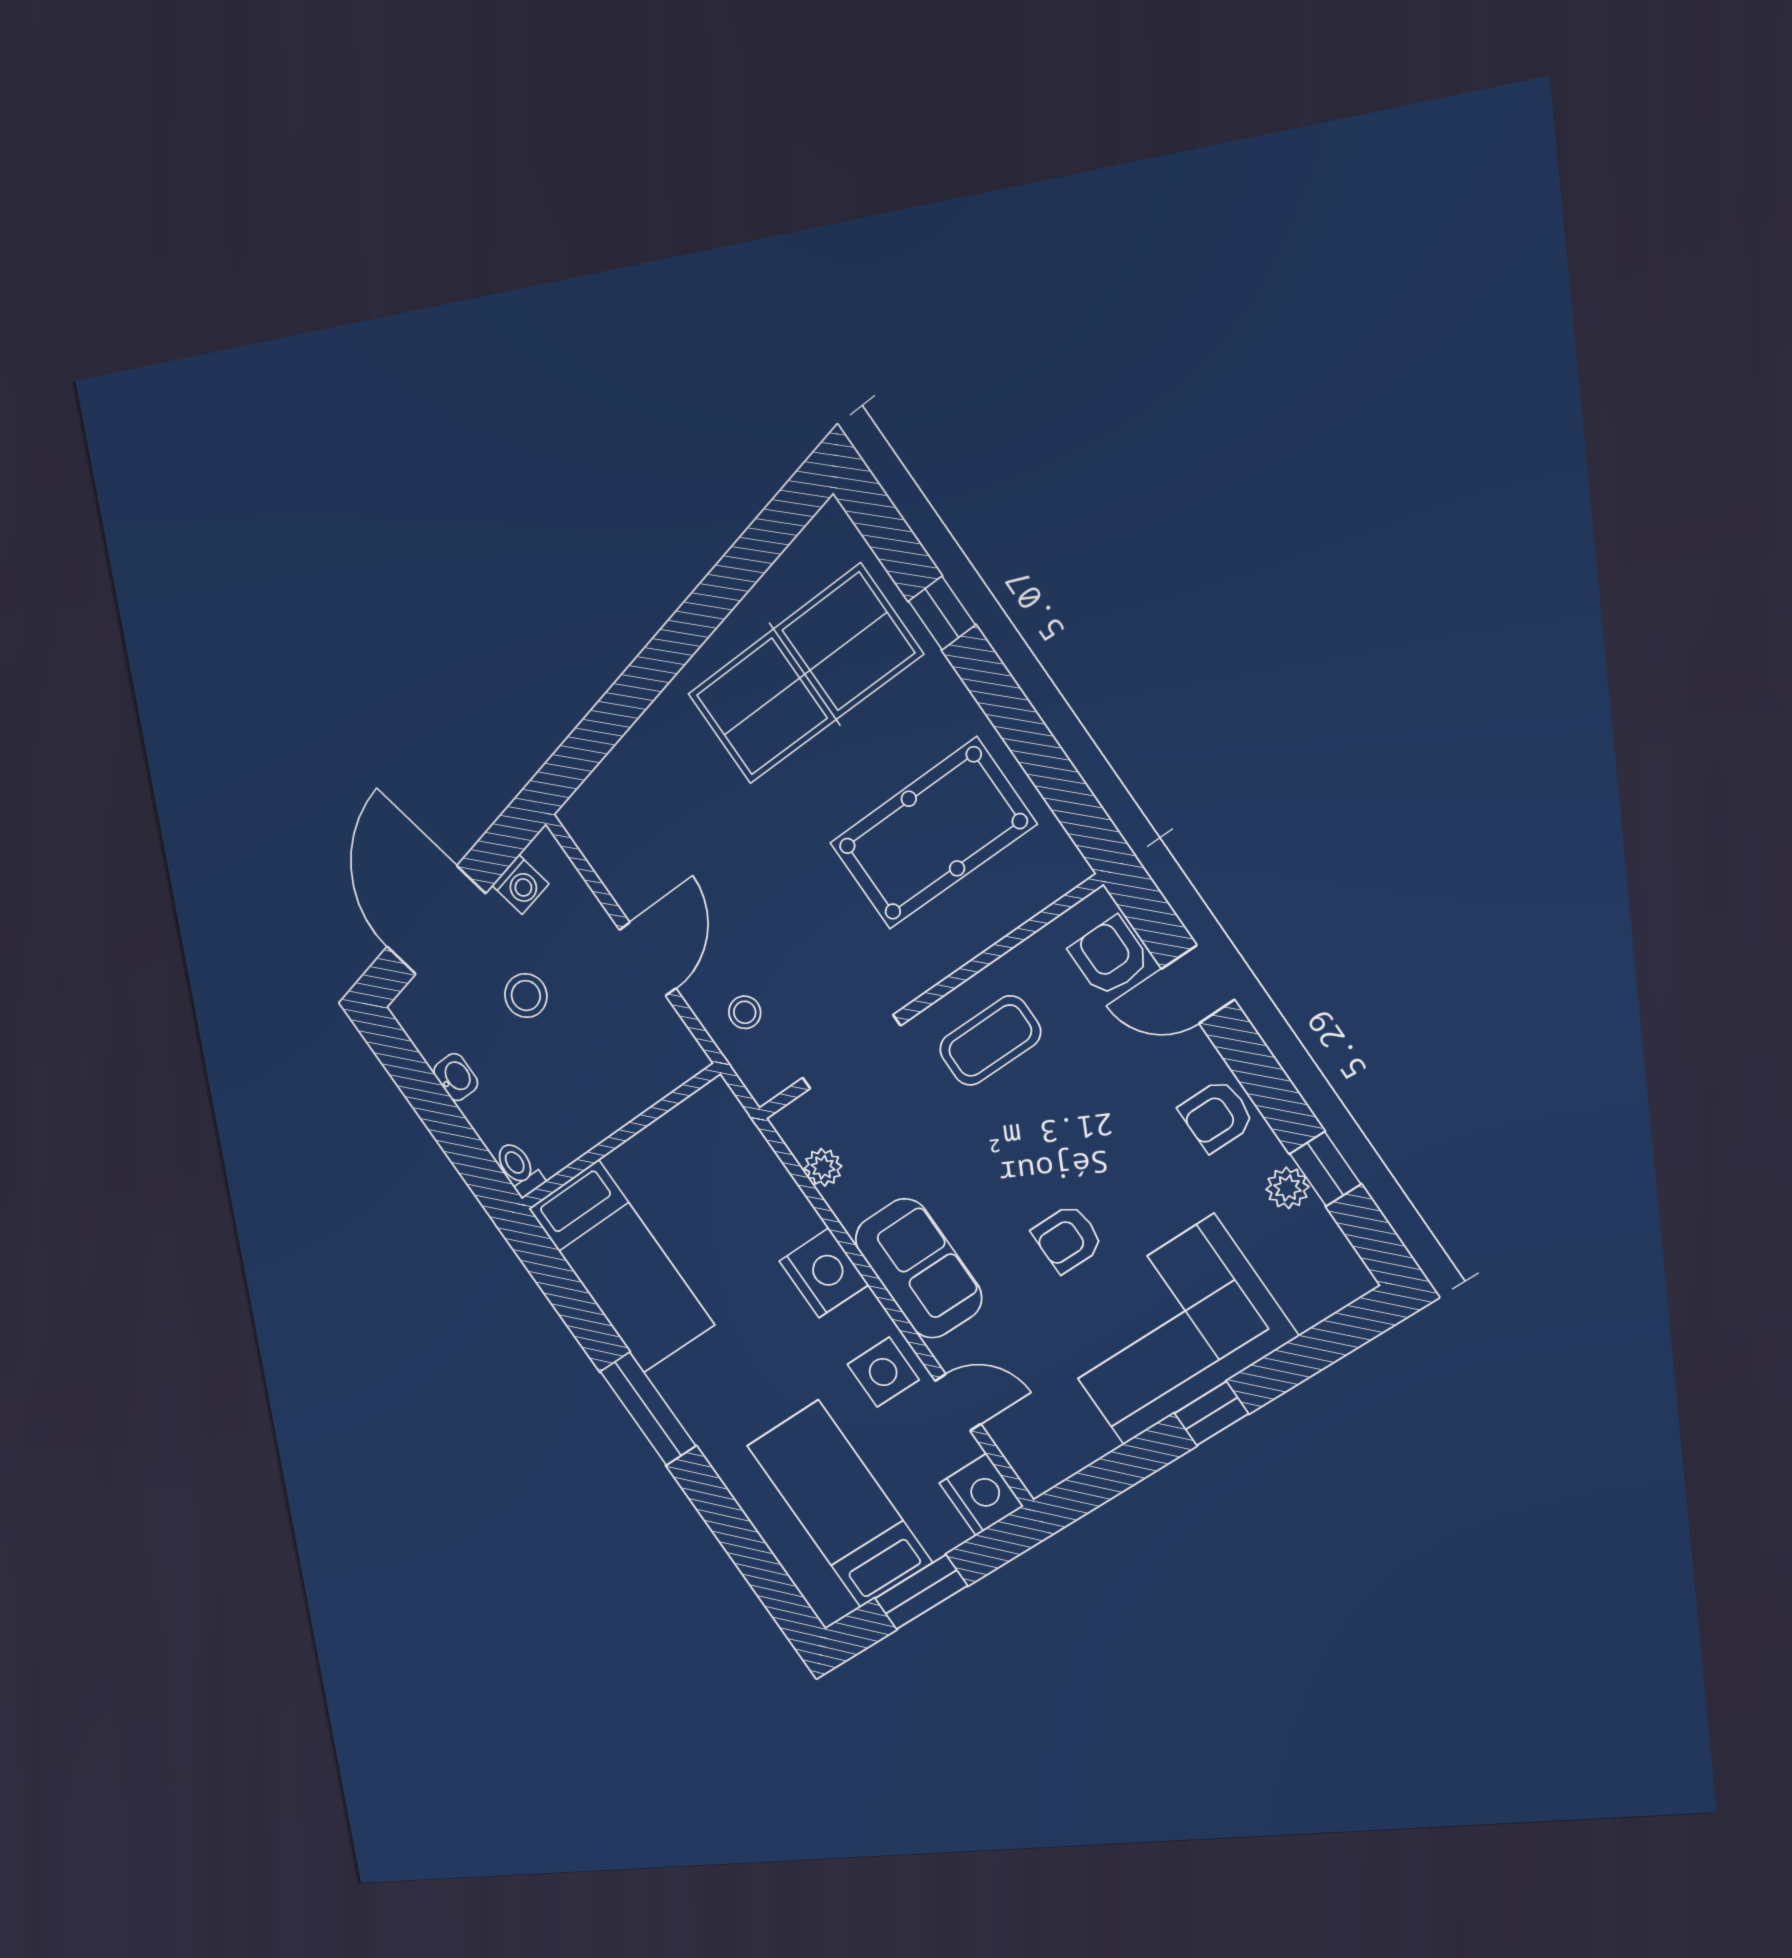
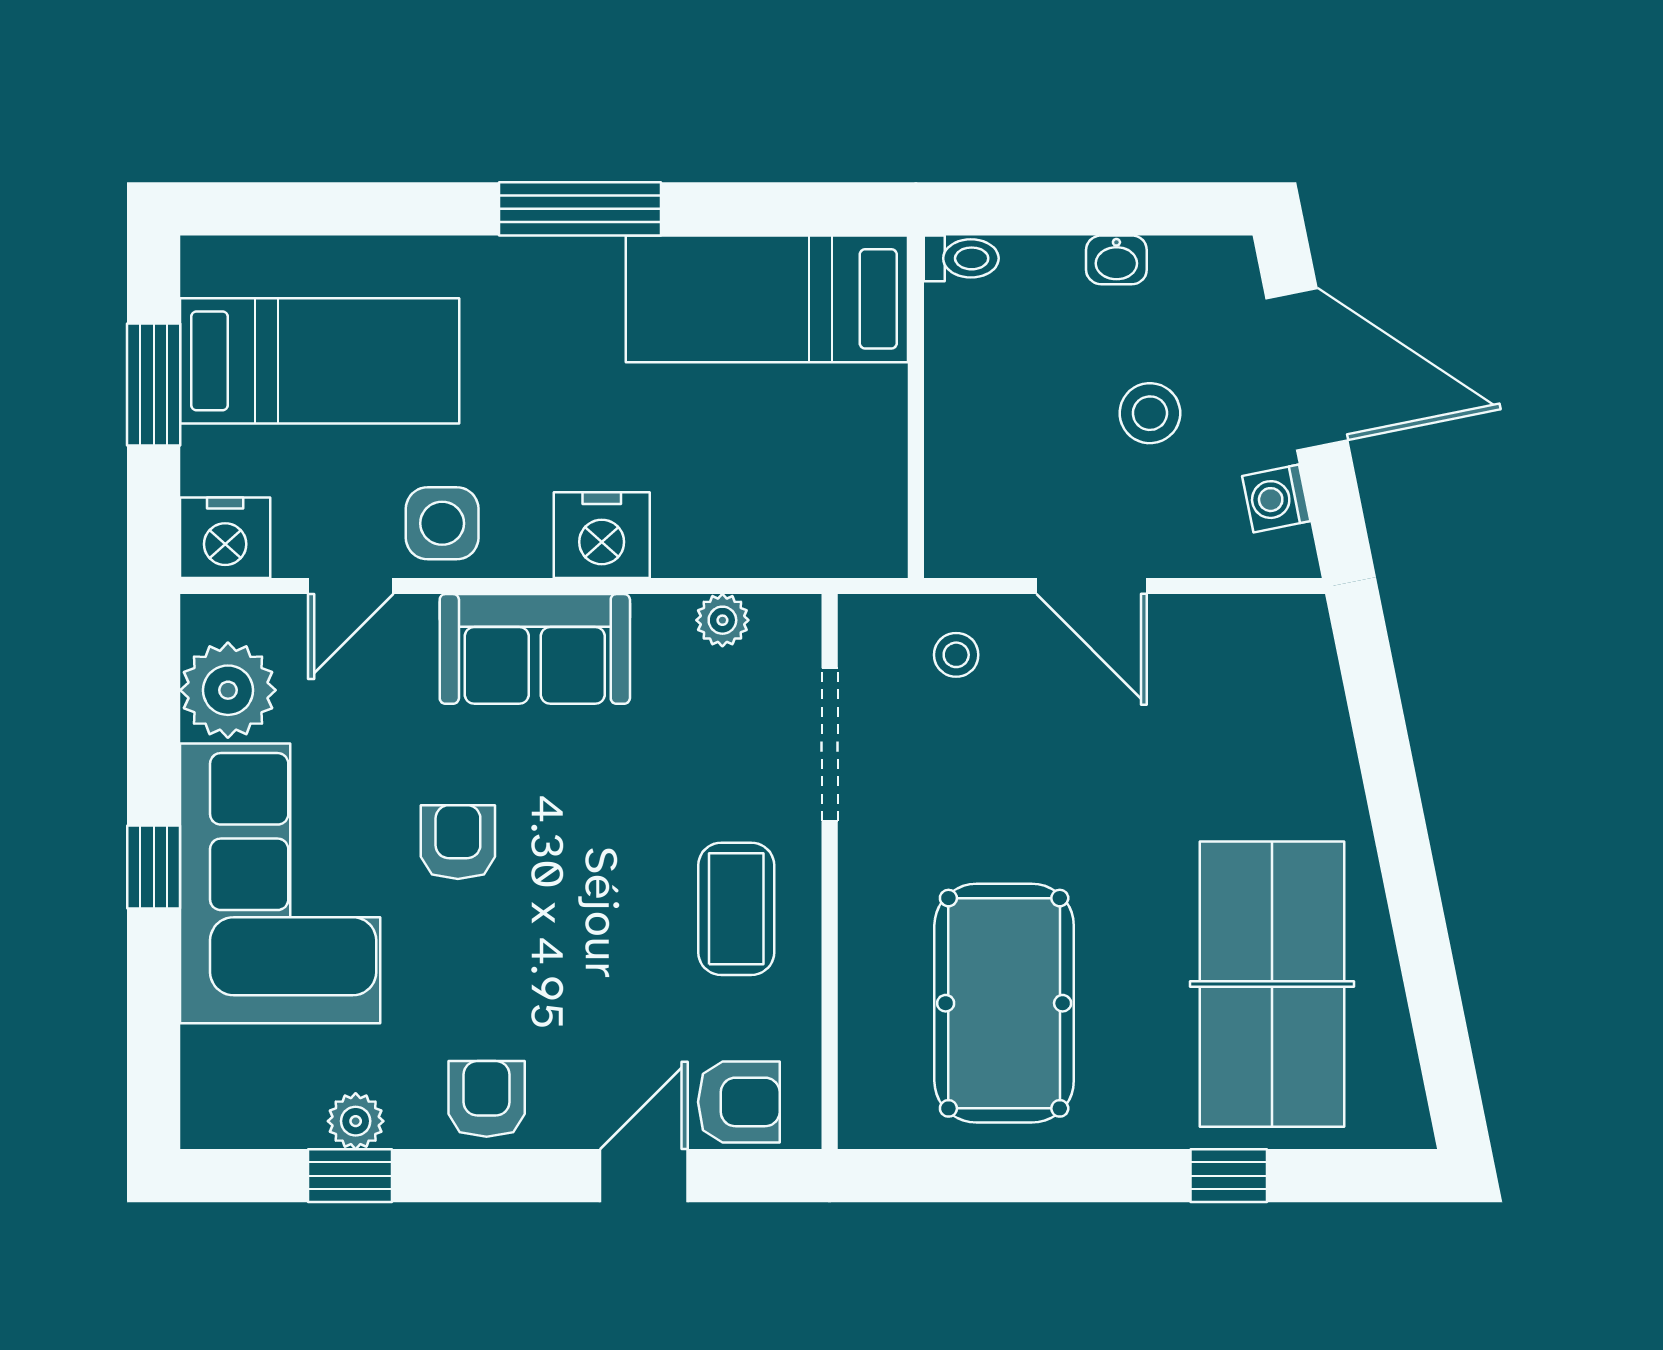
plant: (1071, 1436) -> (228, 690), added

